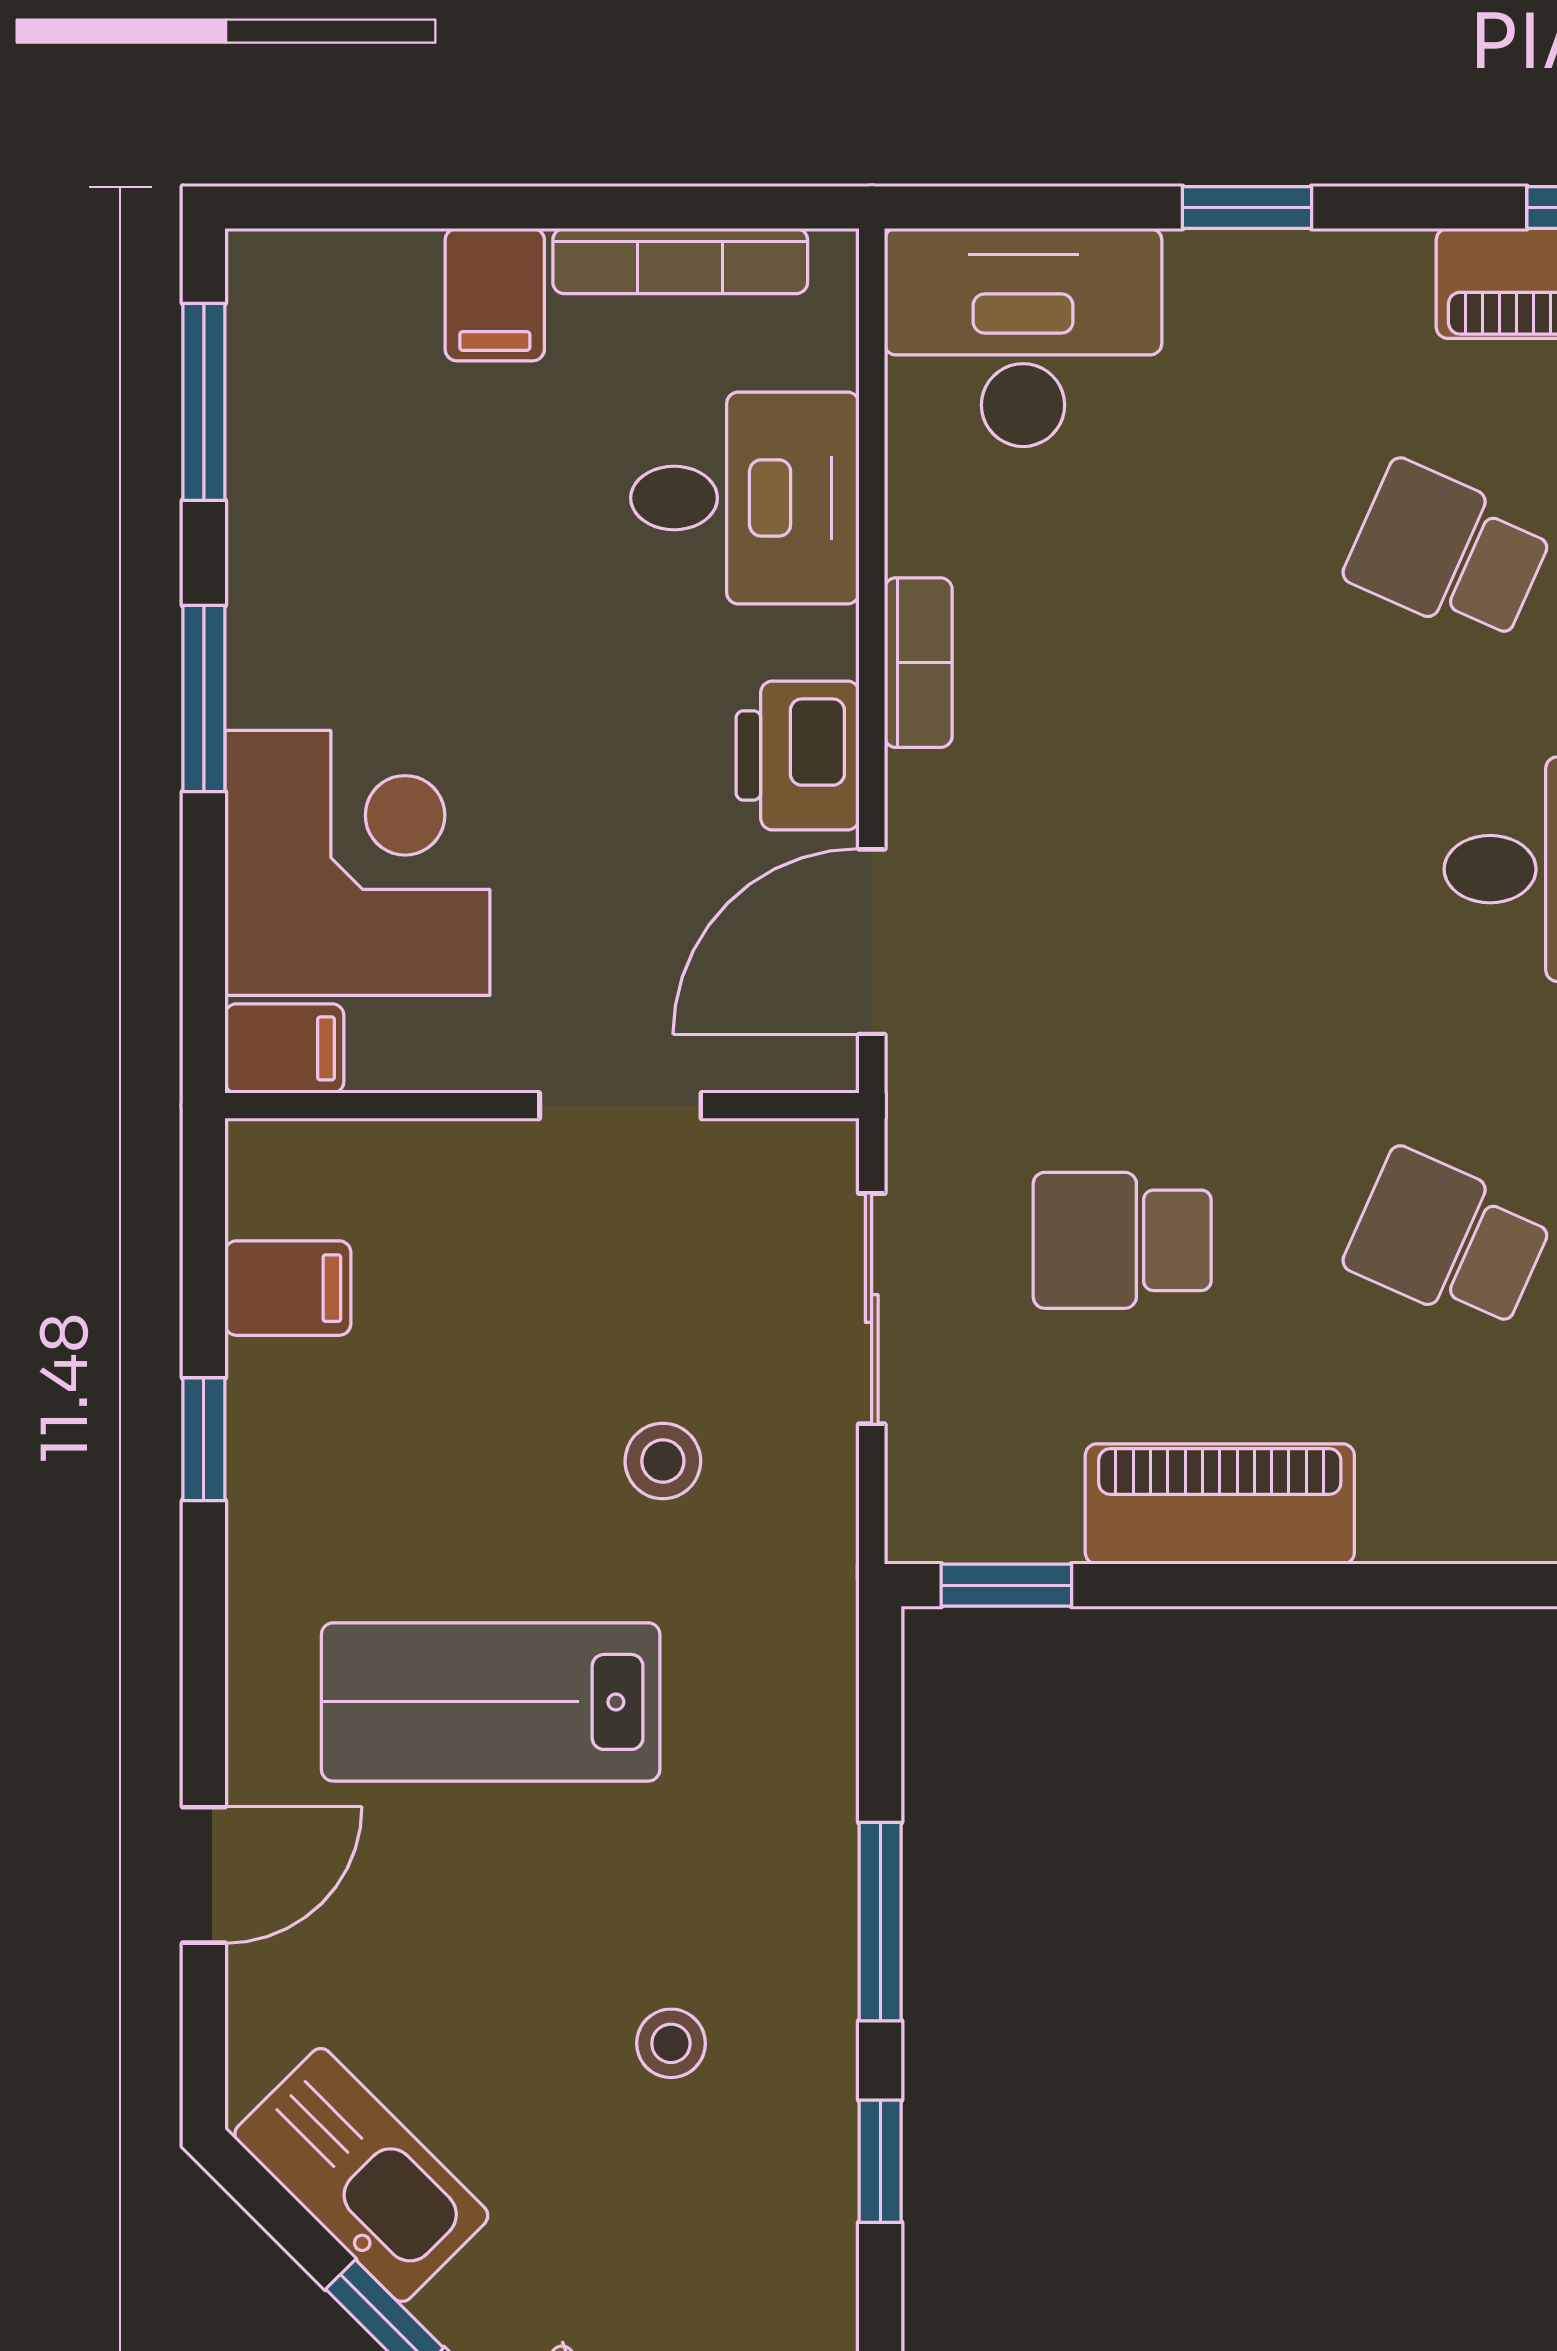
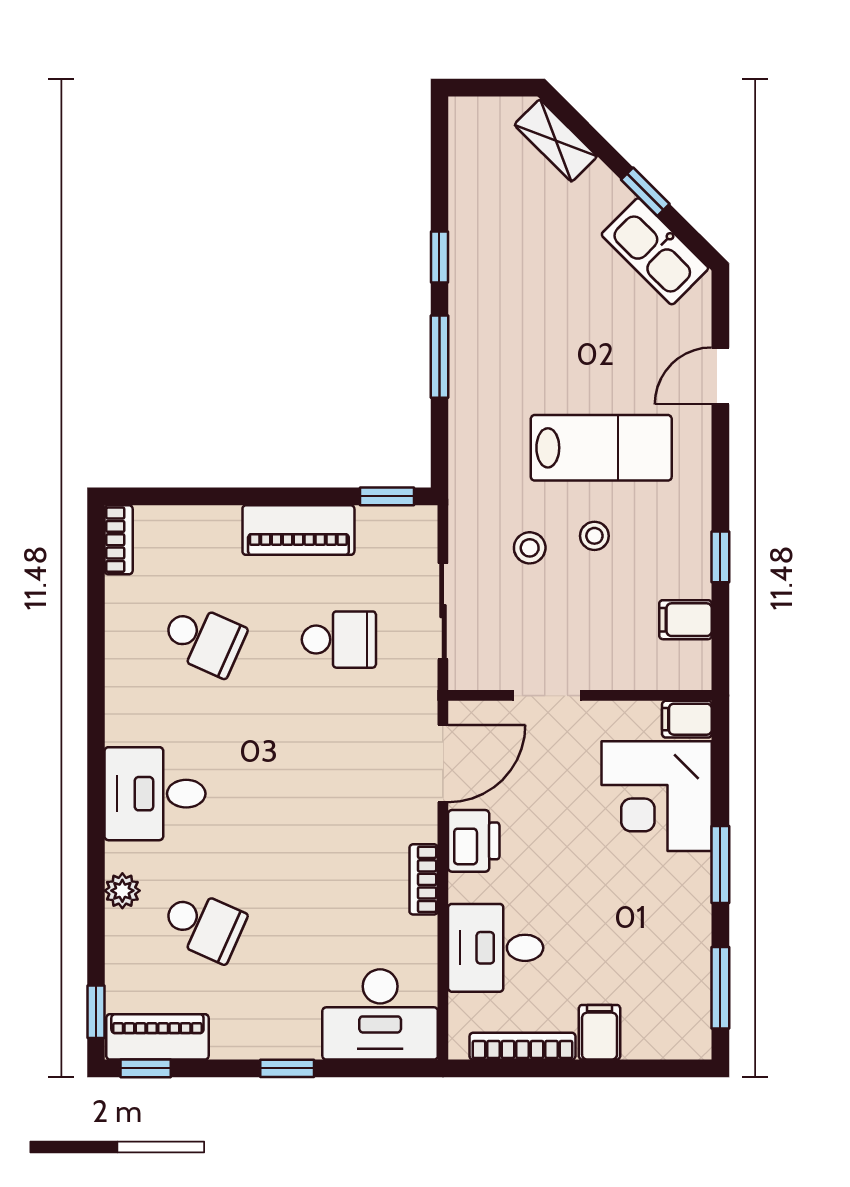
stool: (671, 2043) -> (594, 536), moved

